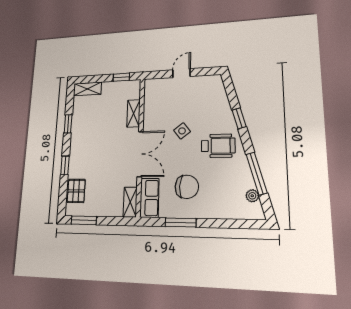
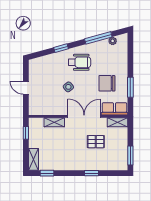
window: (68, 124) -> (47, 173), moved
wheelchair: (218, 146) -> (79, 62), turned 90
chair: (187, 187) -> (107, 83), turned -93
pallet: (76, 191) -> (96, 142), moved

